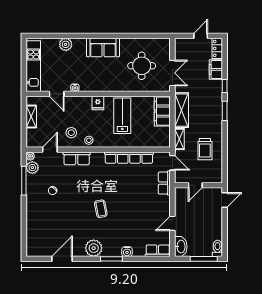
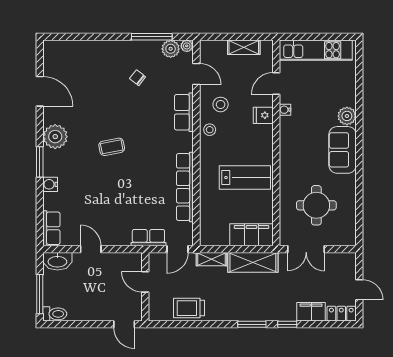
plant: (66, 44) -> (347, 116), moved
fridge: (98, 103) -> (263, 115), moved
trolley: (205, 149) -> (189, 308), moved

